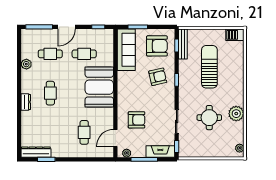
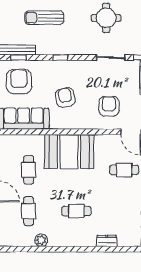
sun lounger: (209, 67) -> (44, 18), width x0.73, depth x0.75
armchair: (158, 77) -> (65, 98), moved
dresser: (26, 102) -> (107, 241), moved

